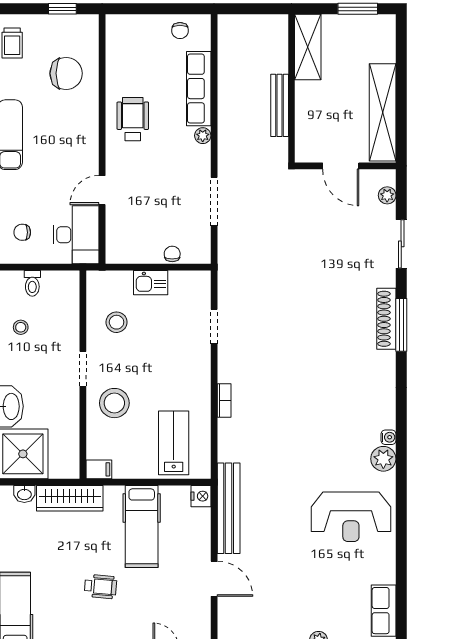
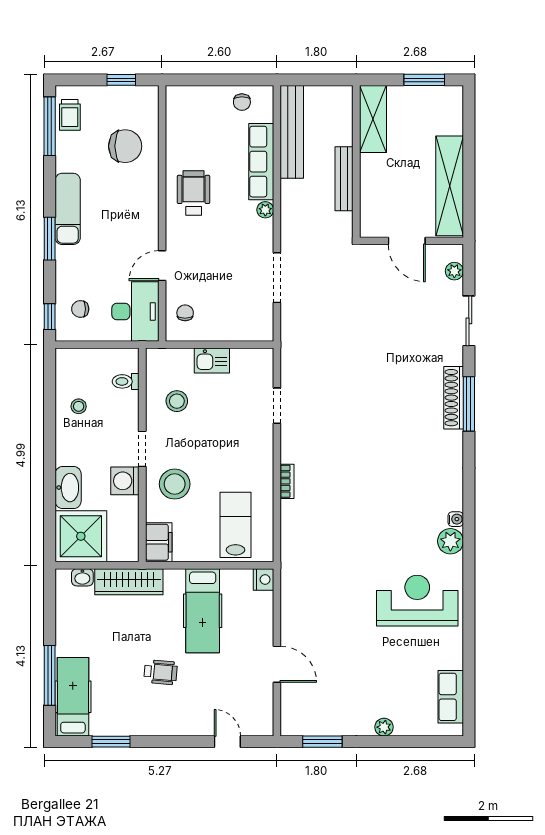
chair: (172, 254) -> (185, 313), moved
toilet: (32, 283) -> (126, 381), moved, turned 90
washing machine: (66, 400) -> (125, 481), added
filing cabinet: (99, 469) -> (159, 542), width x2.00
bench: (229, 508) -> (292, 132), moved
reception desk: (351, 517) -> (417, 601), turned 180

